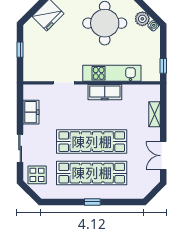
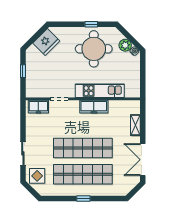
window: (163, 66) -> (143, 85), removed
freezer: (31, 112) -> (38, 107), moved, turned 90
double door: (163, 156) -> (143, 160), width x1.37

